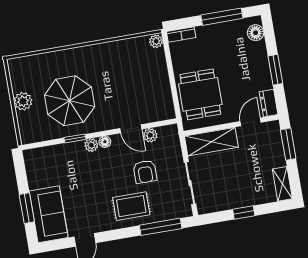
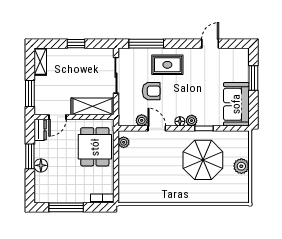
floor lamp: (256, 33) -> (41, 165), moved
plant: (156, 41) -> (124, 142), moved
armchair: (145, 172) -> (151, 91), turned 90
sofa: (49, 214) -> (236, 104), moved

